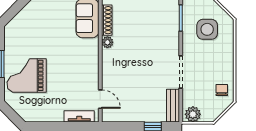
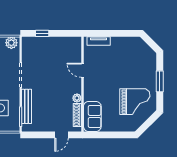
grand piano: (27, 75) -> (135, 102), moved
door: (100, 99) -> (82, 70), moved
bench: (173, 106) -> (27, 106), moved, width x1.36

